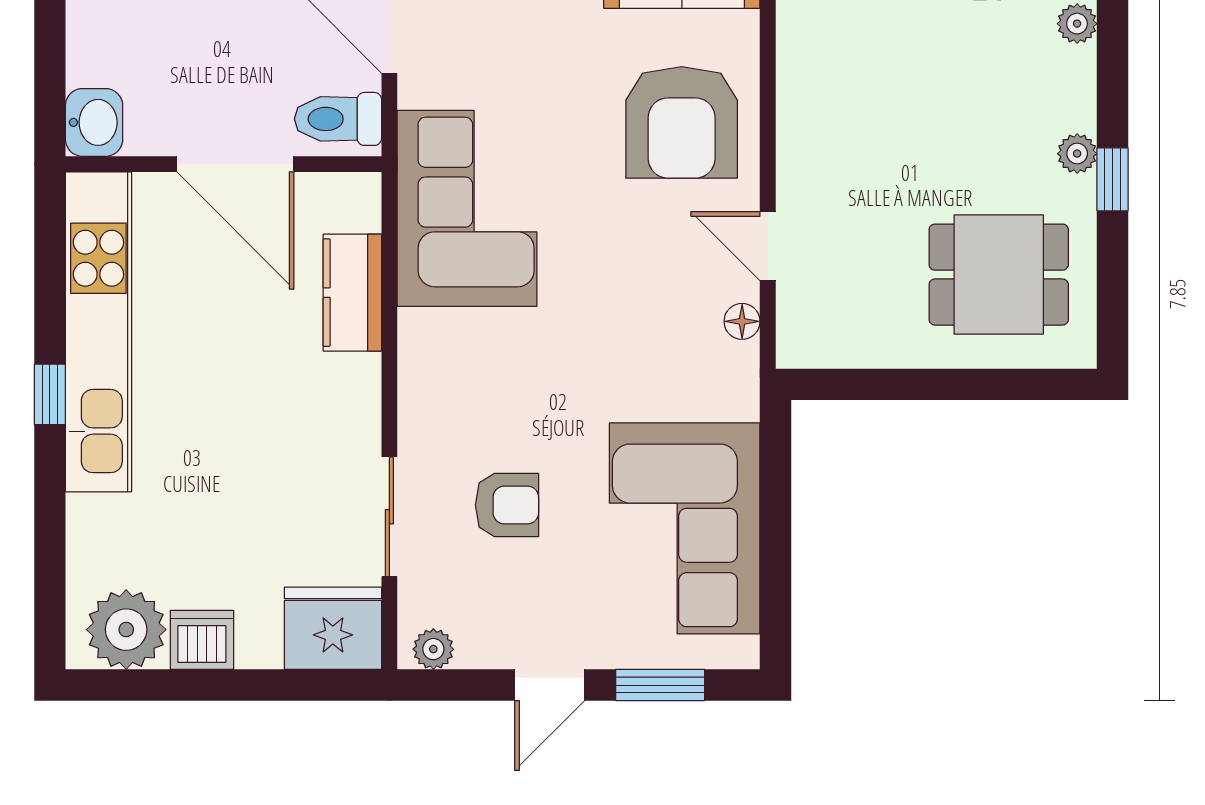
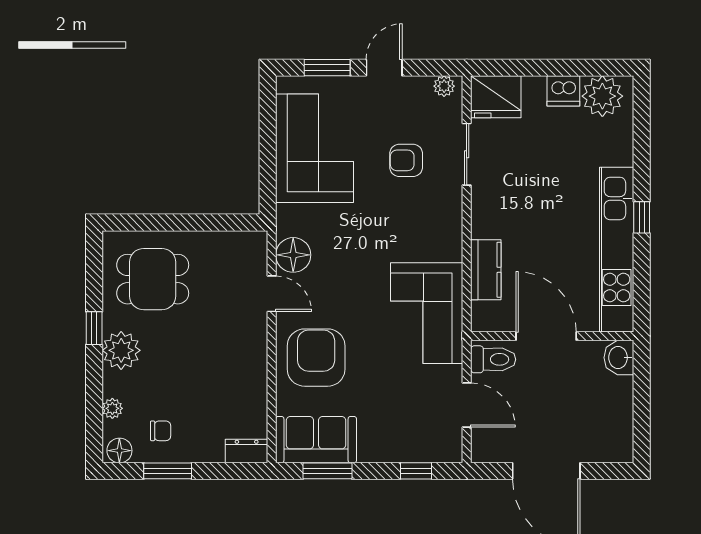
plant: (1077, 154) -> (121, 350), width x1.88, depth x1.88
floor lamp: (742, 321) -> (293, 255), width x1.89, depth x1.89

